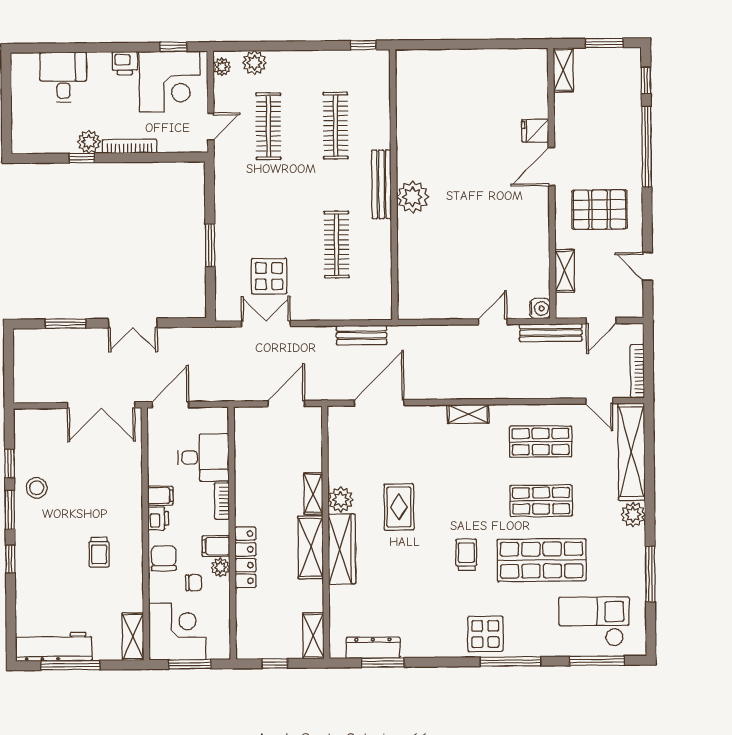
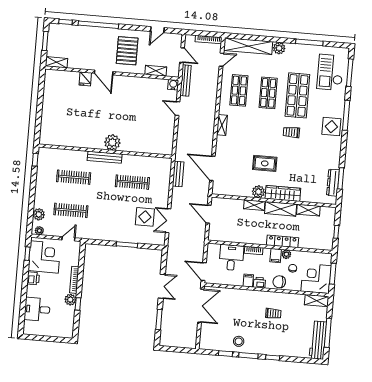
door: (211, 127) -> (68, 239), hinge flipped
shelving: (313, 636) -> (308, 210), moved

